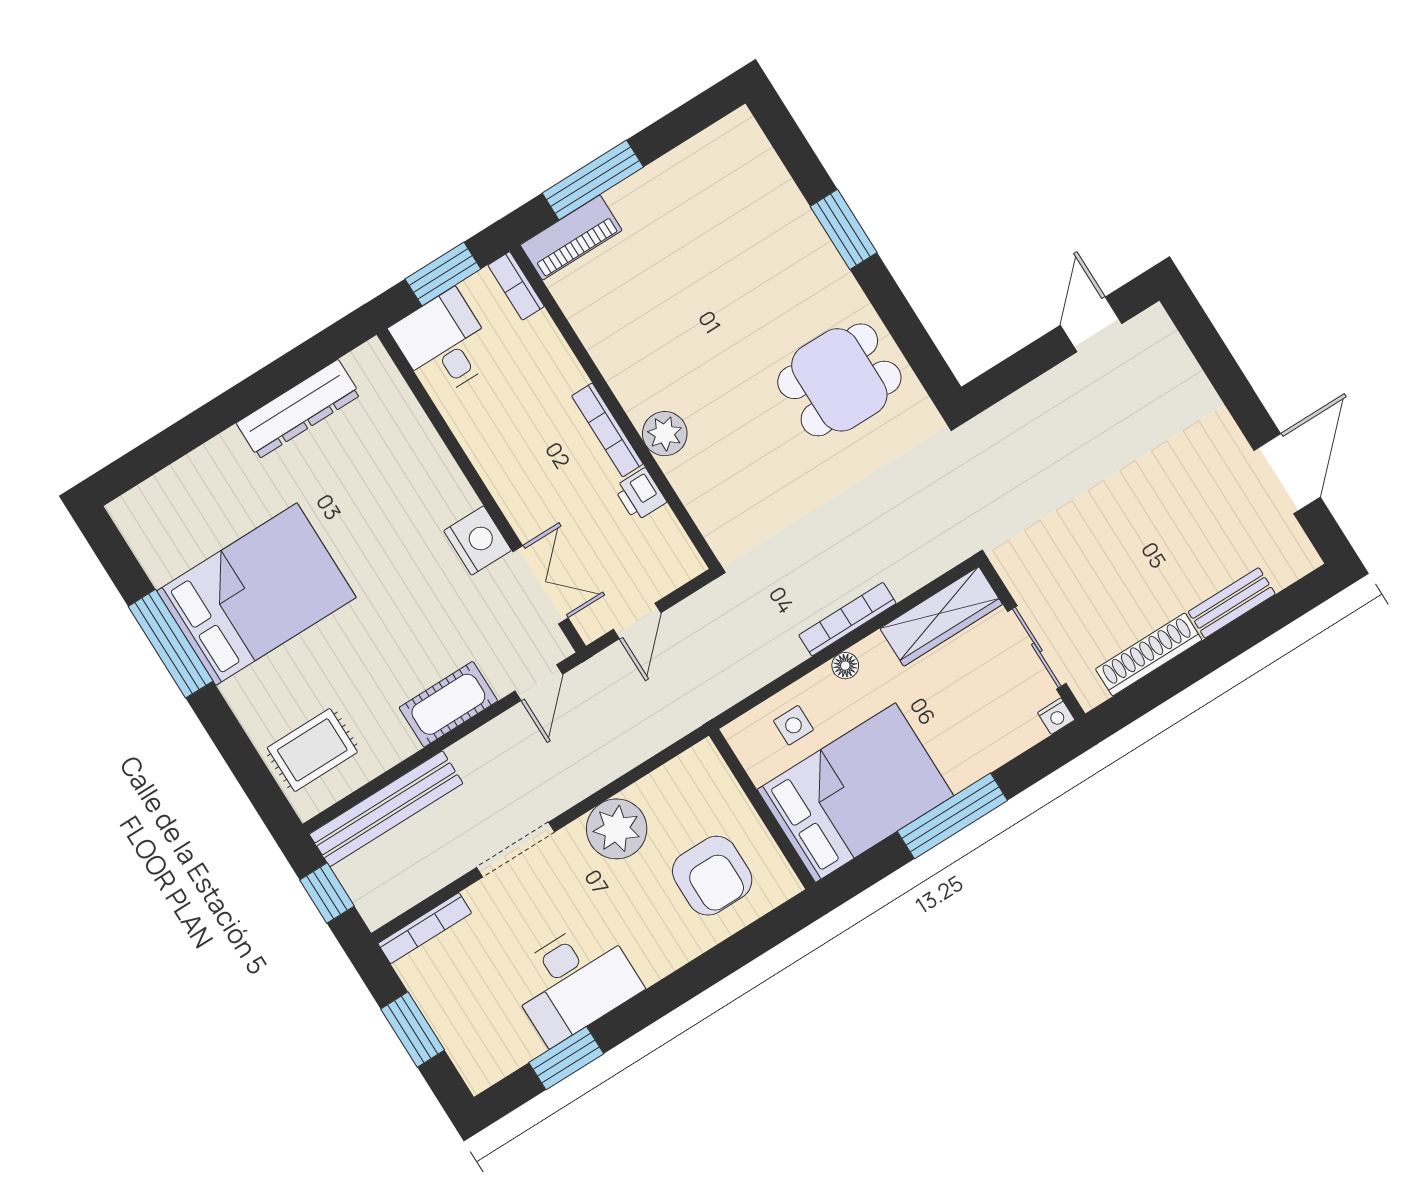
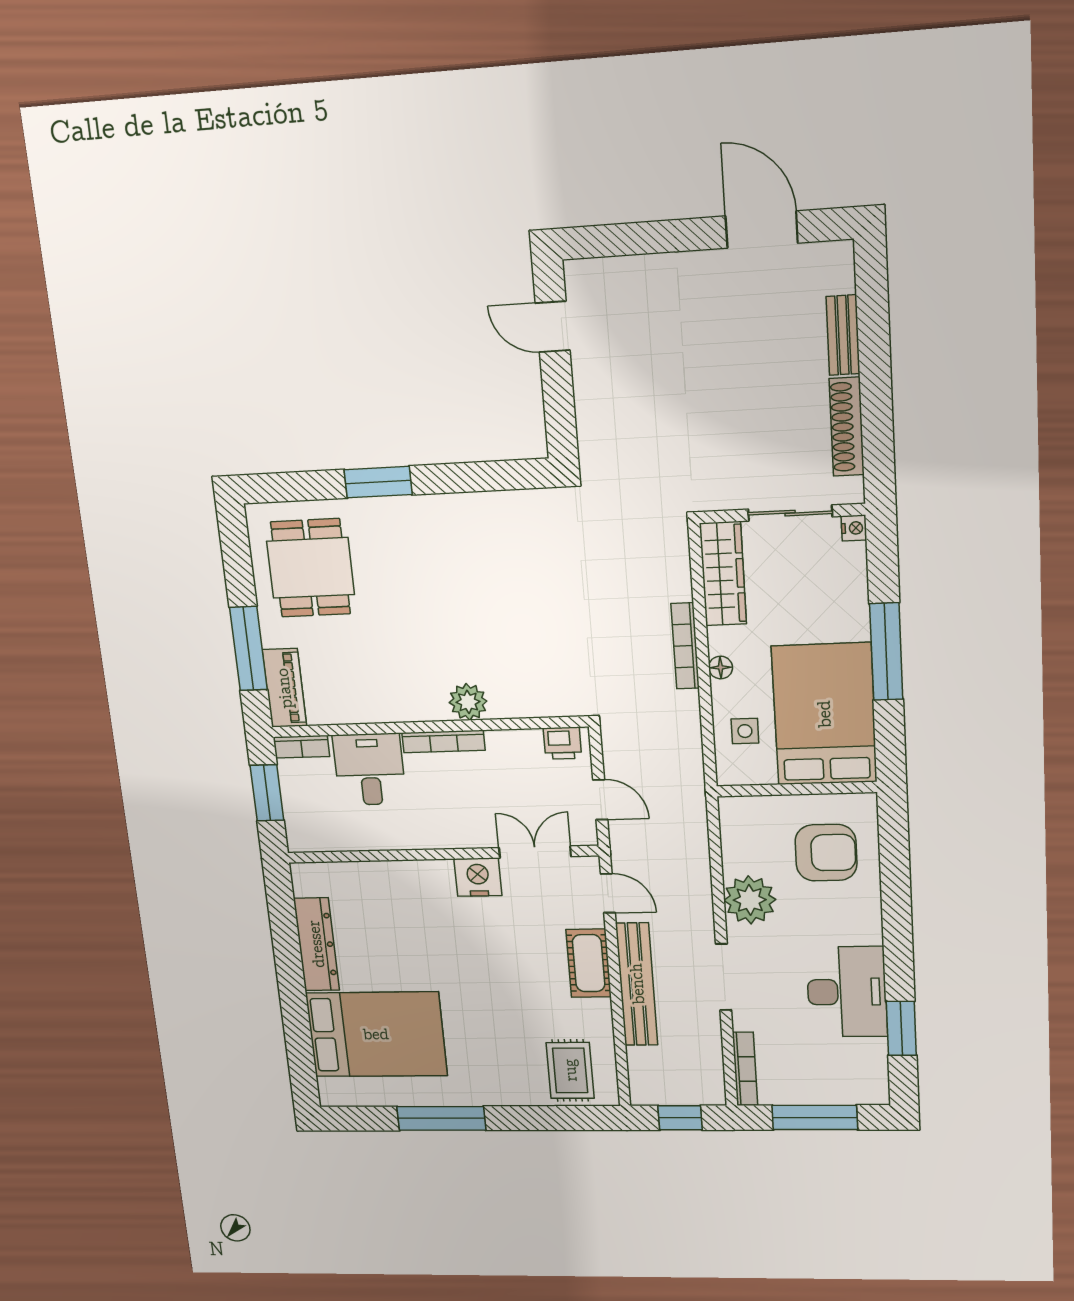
desk: (444, 344) -> (370, 769), moved, turned 90
dining table: (839, 380) -> (311, 568), moved
printer: (640, 495) -> (562, 743), moved
bed: (256, 594) -> (376, 1034), moved, turned 90
bench: (386, 809) -> (637, 984), moved
window: (413, 1029) -> (815, 1117), width x1.44

